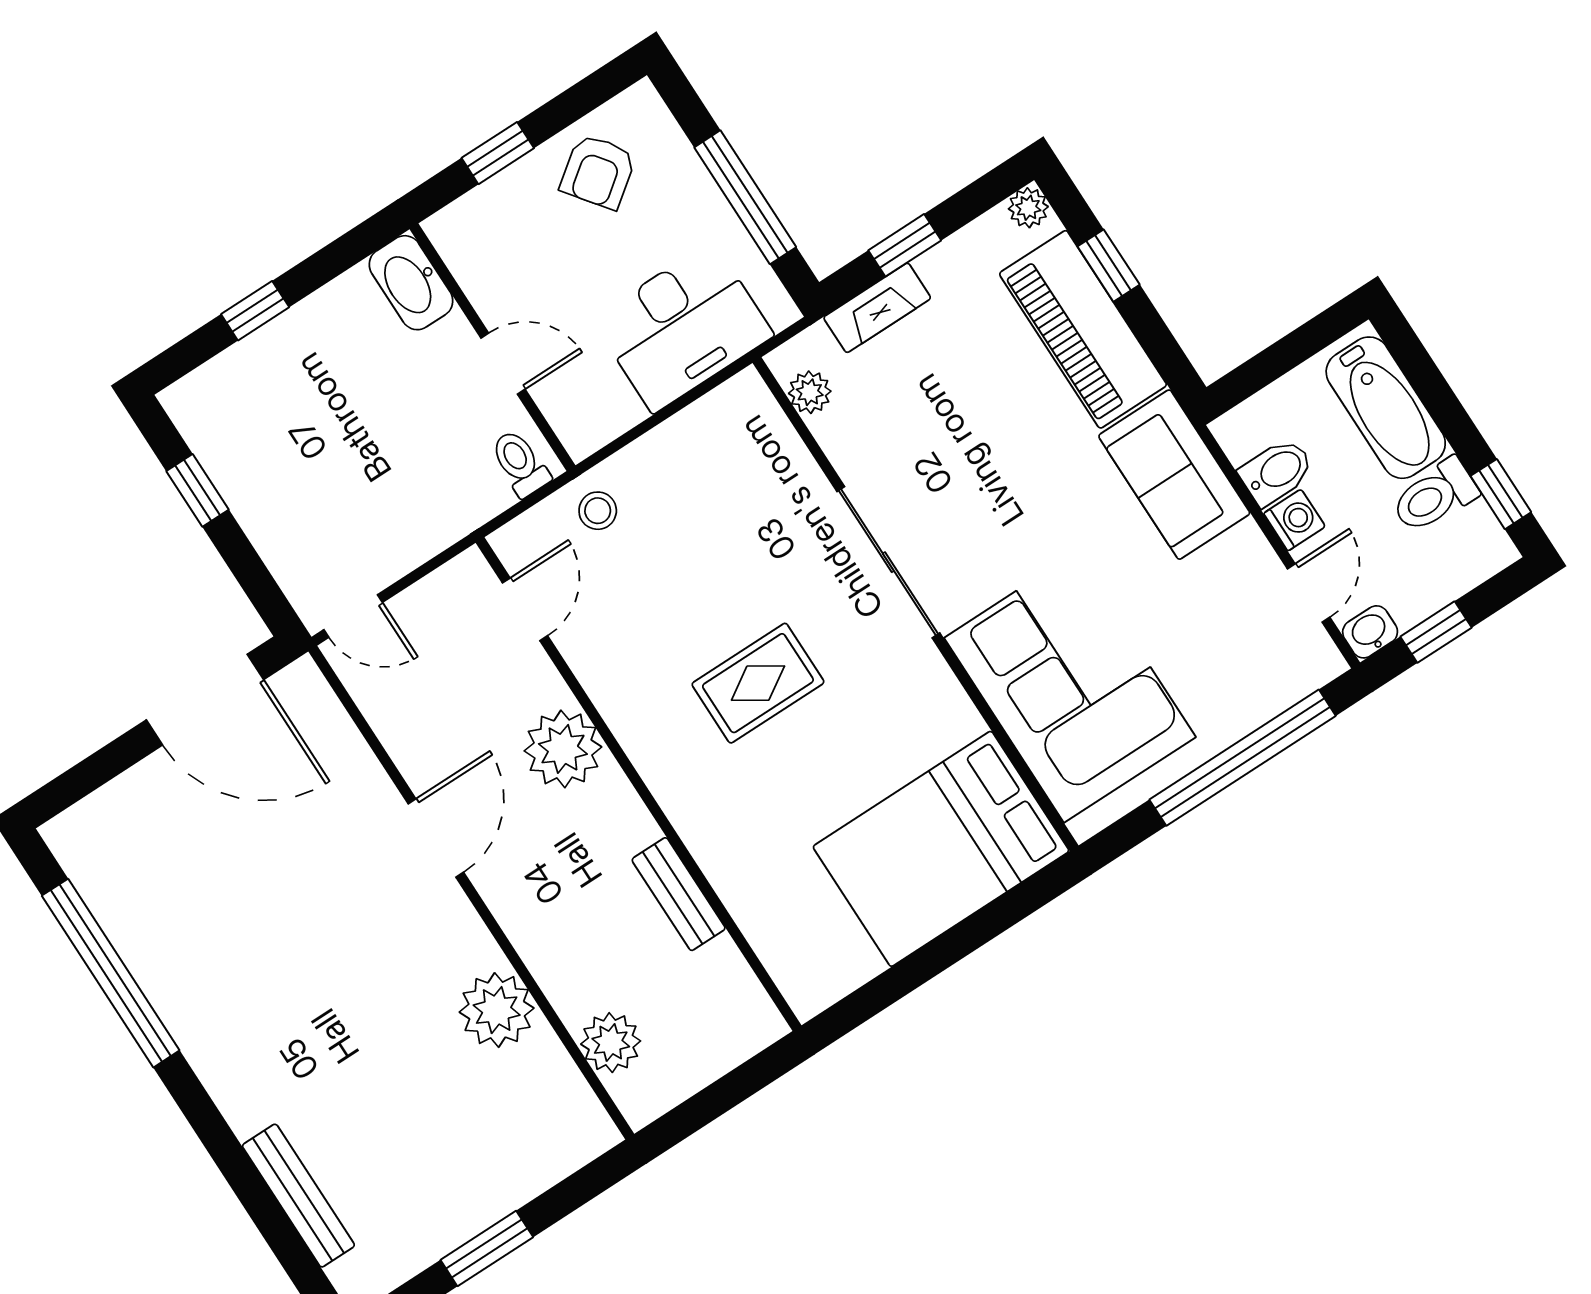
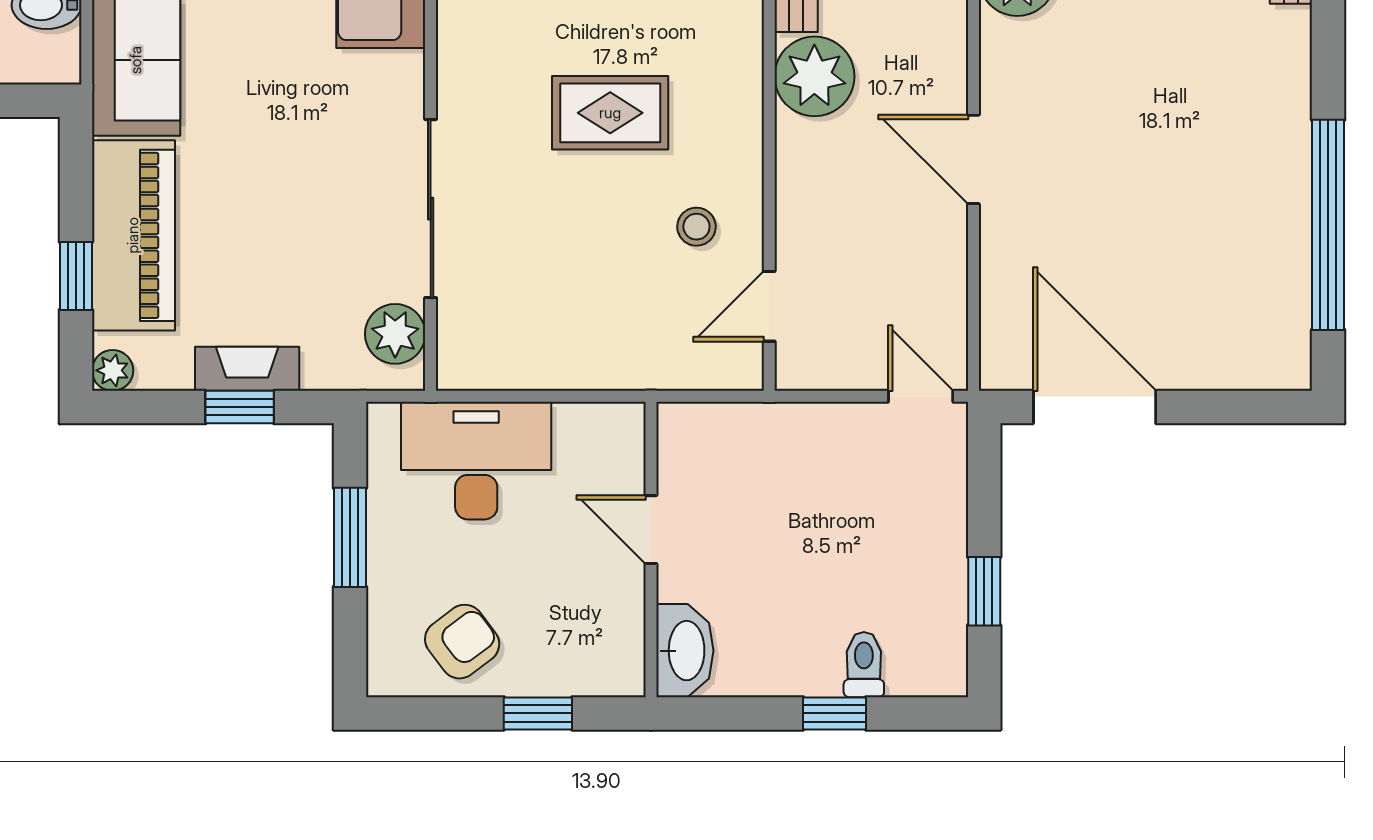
window: (745, 197) -> (350, 537), width x0.69
fireplace: (877, 308) -> (247, 369), moved
plant: (810, 392) -> (395, 334), width x1.38, depth x1.38
toilet: (520, 463) -> (864, 665), moved, turned 180
stool: (598, 511) -> (696, 227), moved
sliding door: (888, 562) -> (431, 209), moved
plant: (563, 749) -> (814, 76), moved
door: (436, 838) -> (973, 159), hinge flipped

